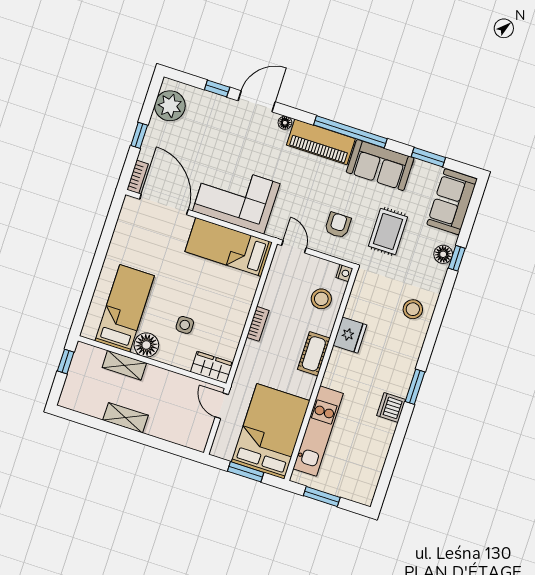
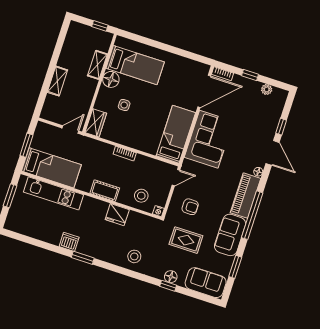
plant: (170, 106) -> (267, 89), width x0.53, depth x0.53
shelving: (126, 418) -> (57, 81), moved
bed: (271, 431) -> (51, 168), width x0.67

